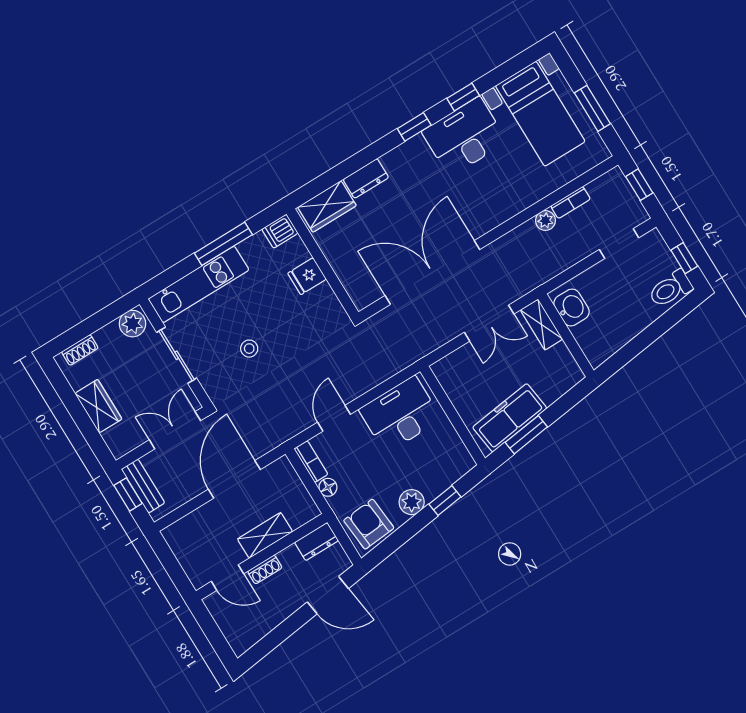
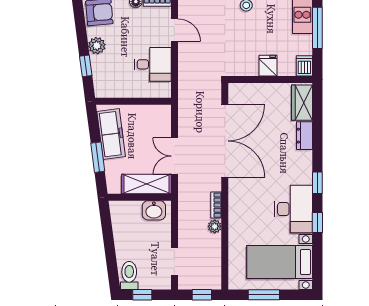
bookcase: (570, 202) -> (216, 205), moved
shelving: (541, 325) -> (146, 184), width x1.50, depth x1.33
desk: (400, 414) -> (153, 64), width x0.73
window: (526, 435) -> (98, 157), moved

